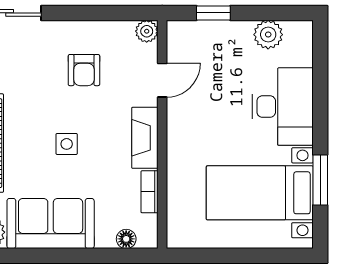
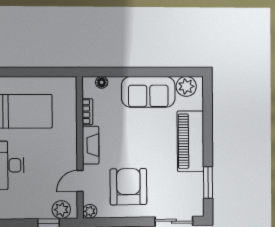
plant: (268, 35) -> (61, 210), moved
armchair: (84, 70) -> (128, 187), width x1.88, depth x1.88
side table: (67, 144) -> (139, 141), removed

